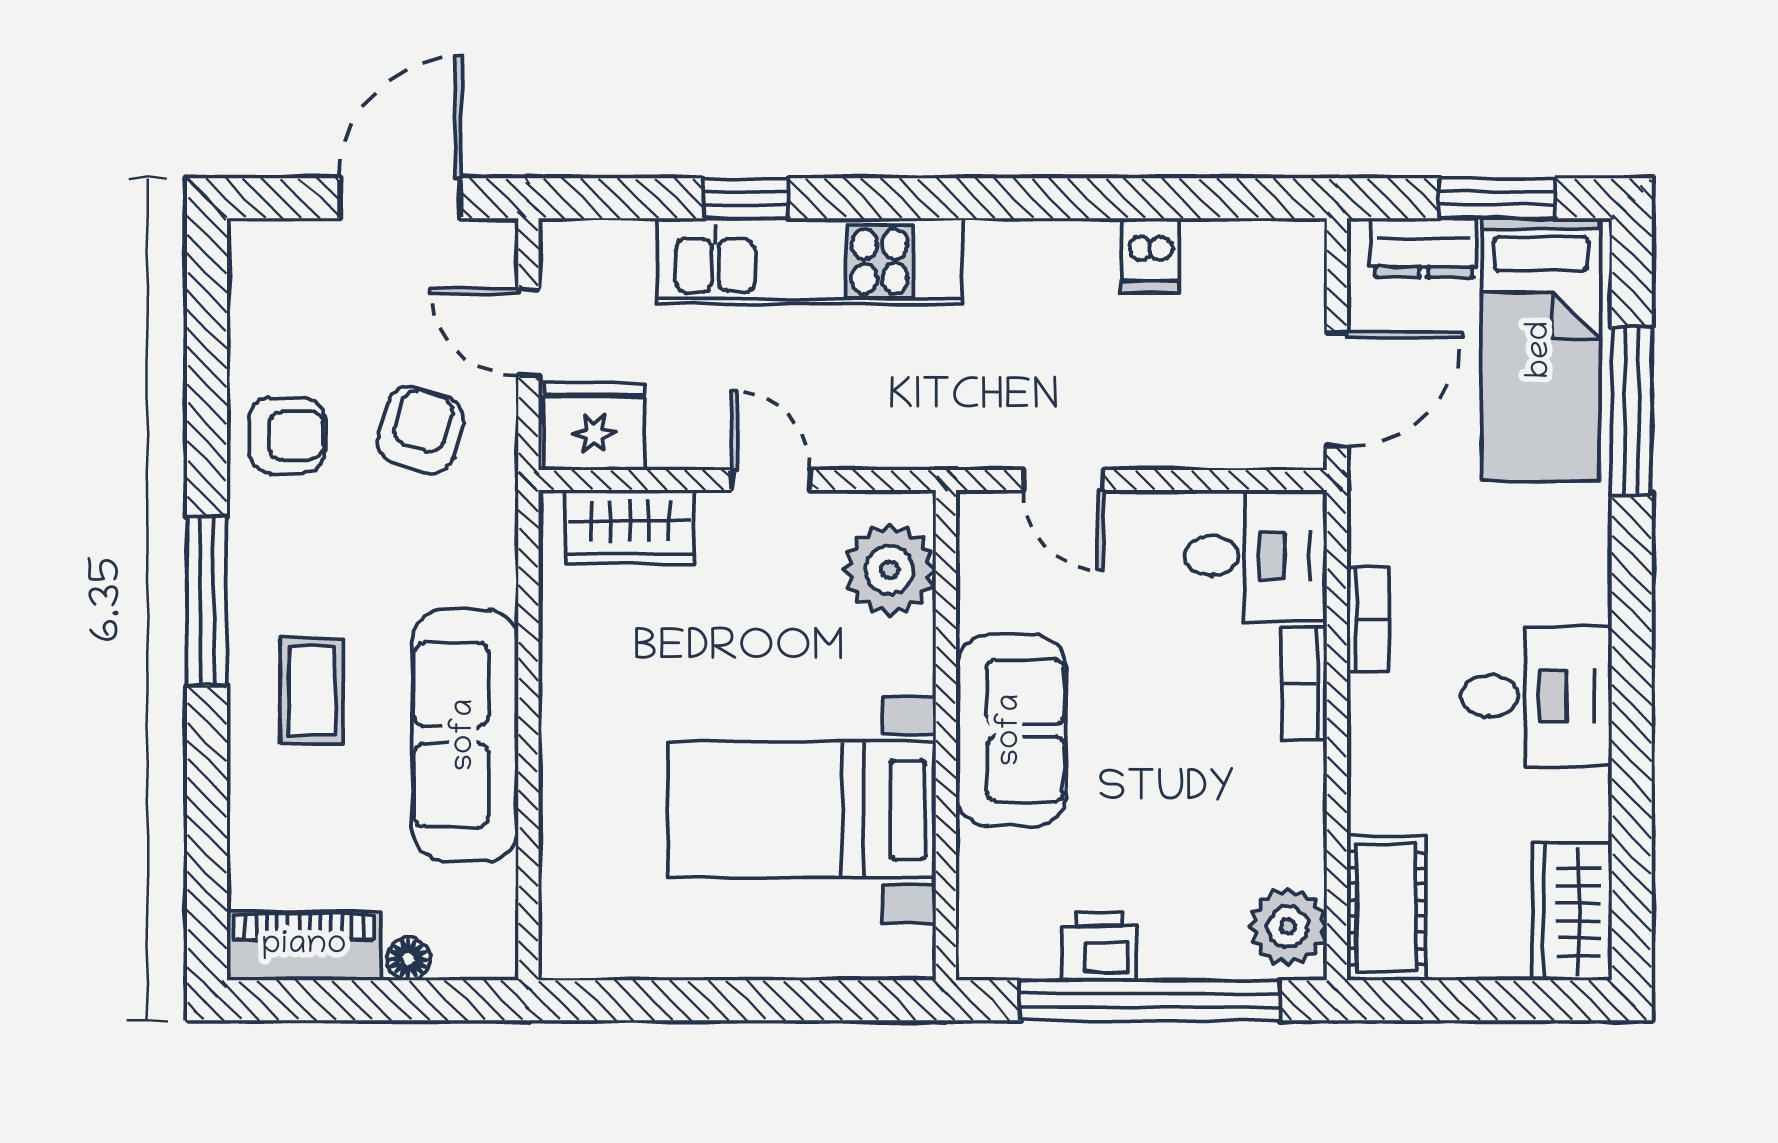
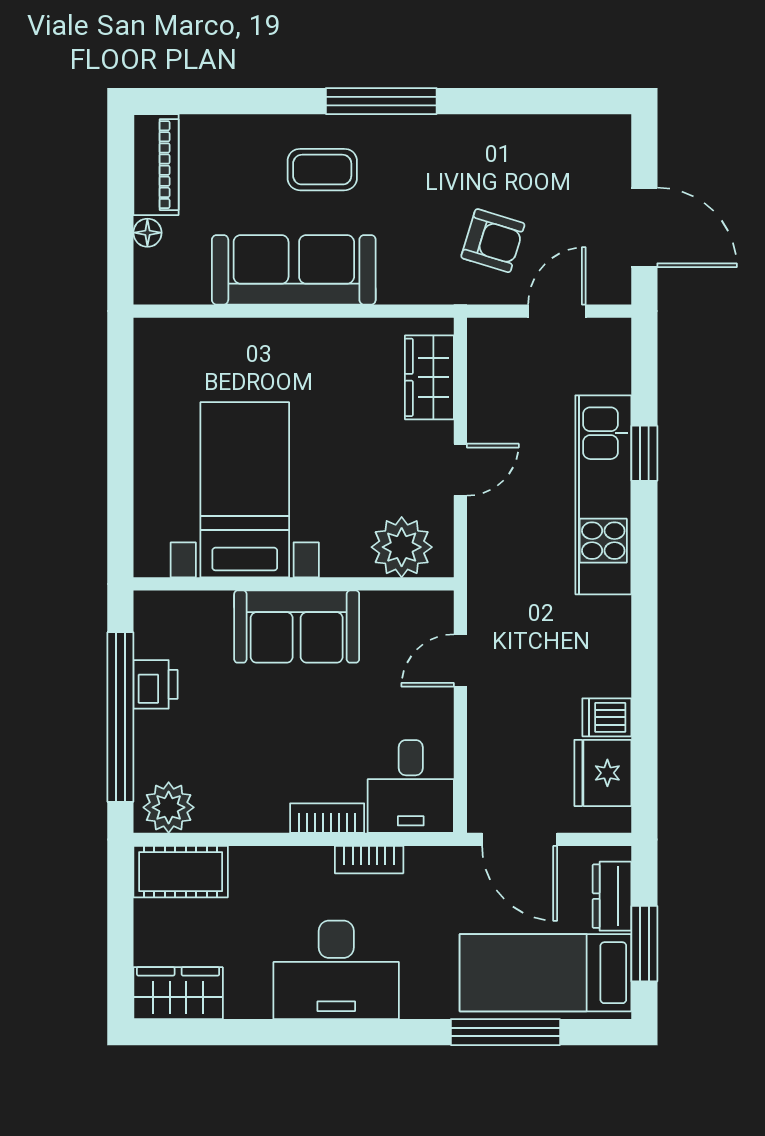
fridge: (594, 426) -> (603, 773), moved, turned 180
armchair: (287, 436) -> (489, 153), removed
desk: (1536, 696) -> (336, 970), width x1.37

